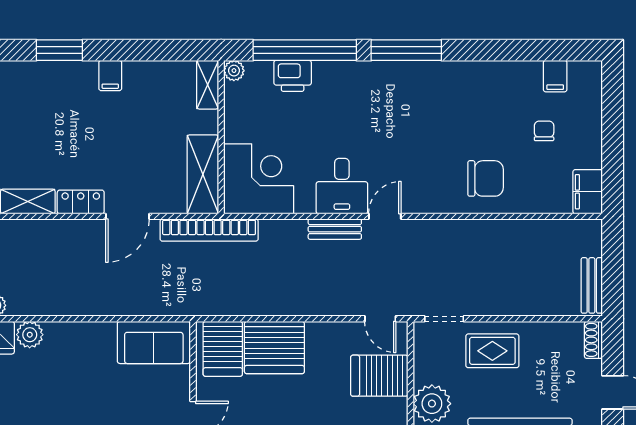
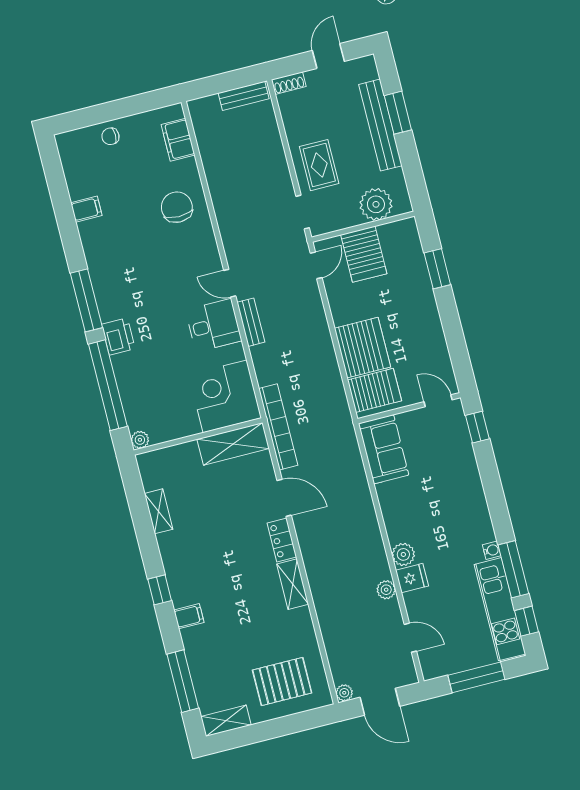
window: (59, 50) -> (160, 590), width x0.67
filing cabinet: (110, 75) -> (189, 616), moved
printer: (293, 76) -> (118, 336), moved
filing cabinet: (555, 76) -> (86, 209), moved
shelving: (208, 85) -> (159, 511), moved, turned 90
chair: (544, 131) -> (110, 136), moved
filing cabinet: (588, 192) -> (178, 140), moved, turned 90

